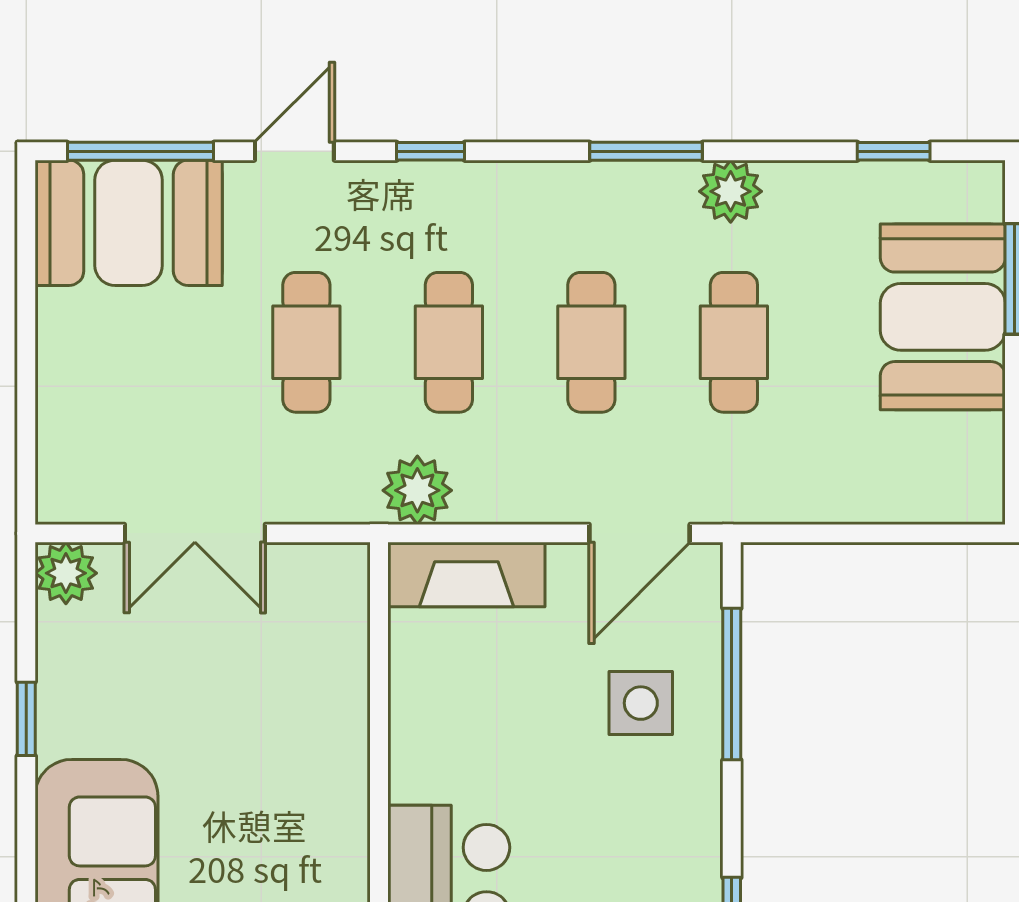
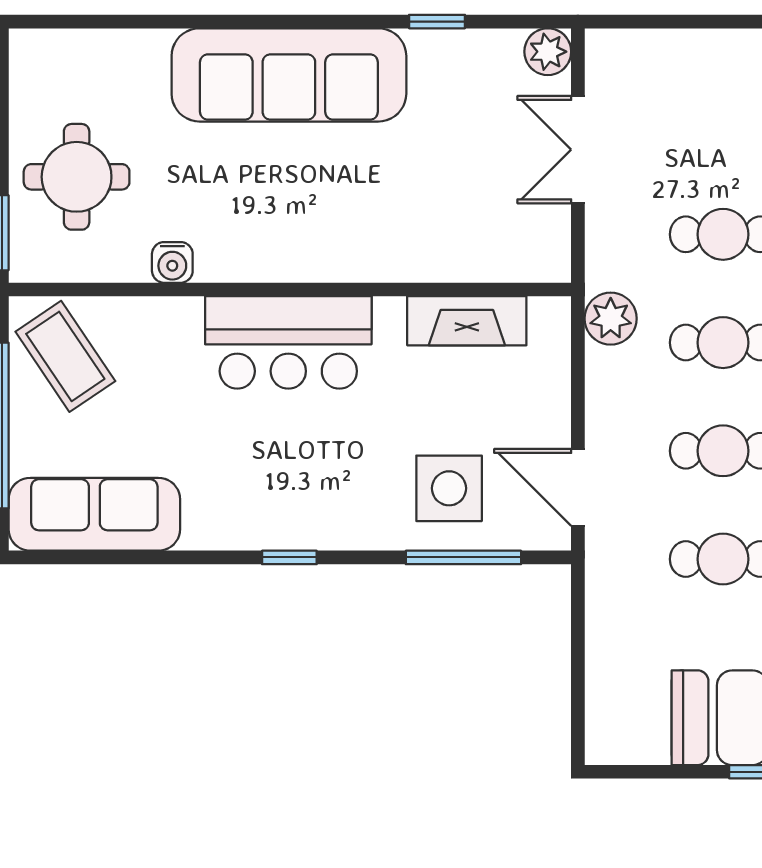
fireplace: (466, 575) -> (467, 321), moved, turned -90
side table: (641, 703) -> (449, 488), width x1.37, depth x1.37

